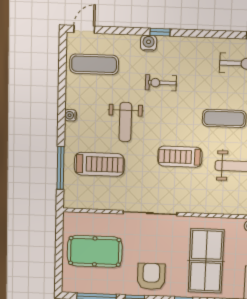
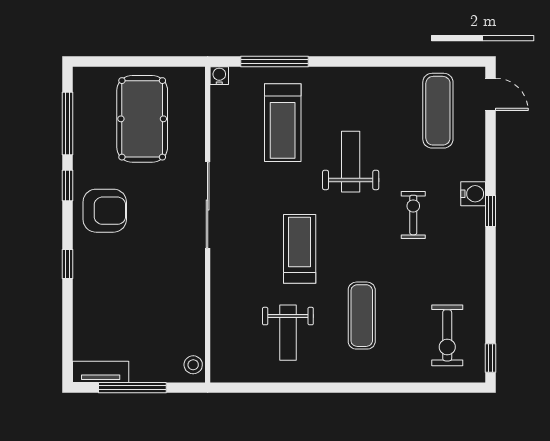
water cooler: (70, 115) -> (219, 76), moved
weight bench: (125, 122) -> (351, 162), turned 90
table tennis table: (206, 261) -> (134, 297), removed

